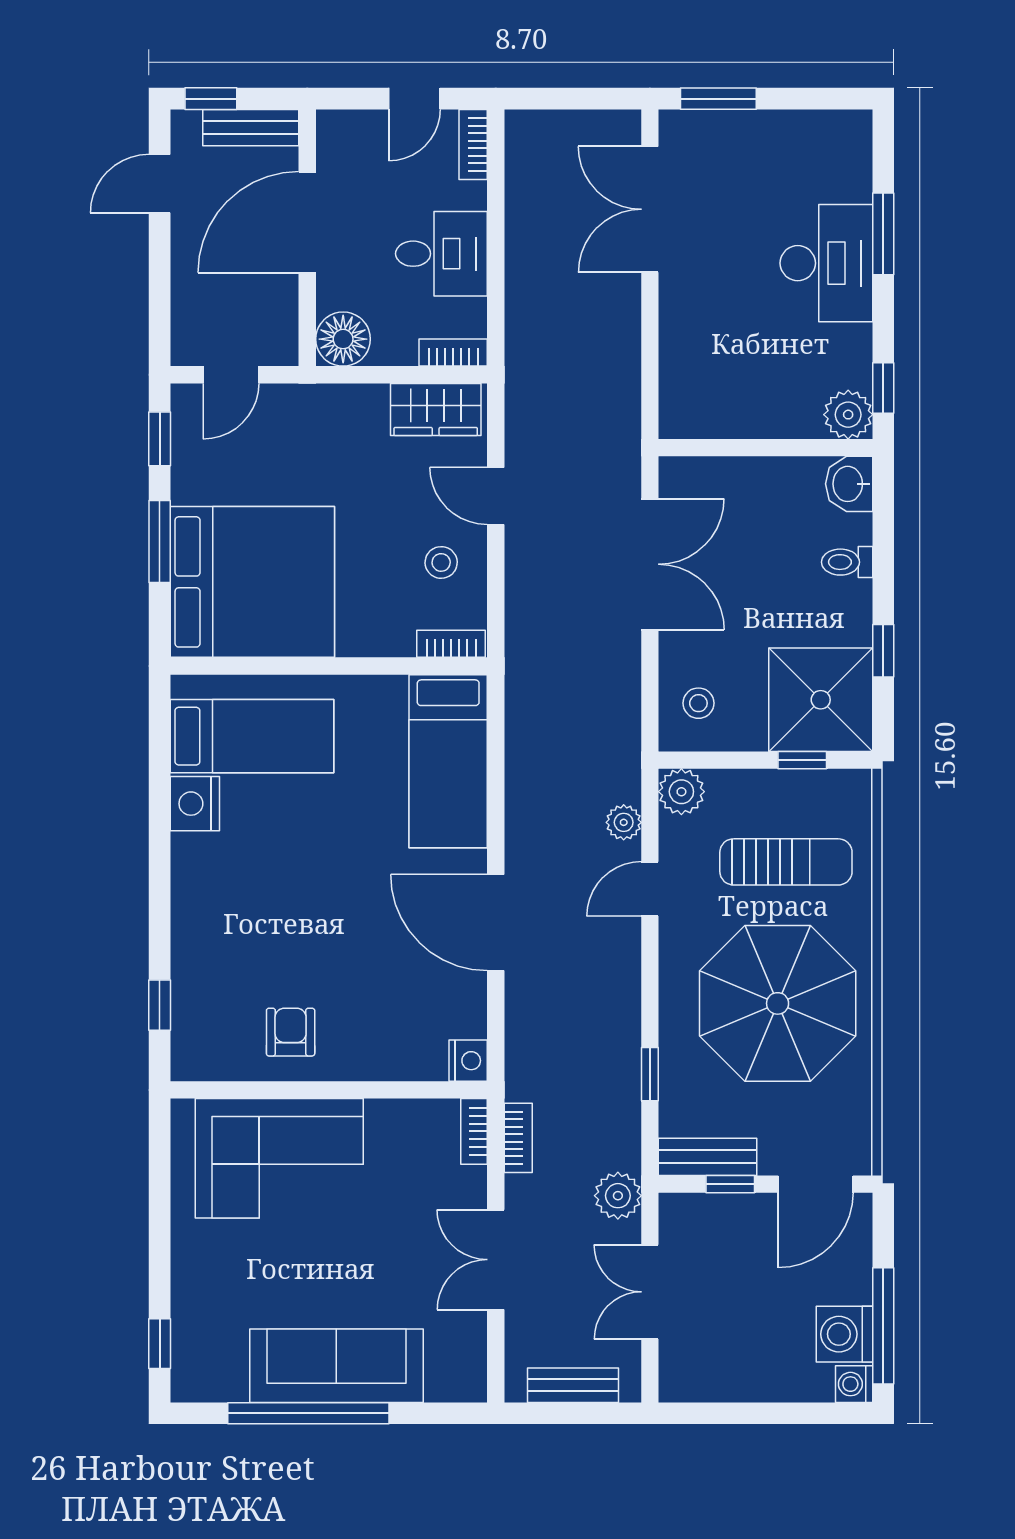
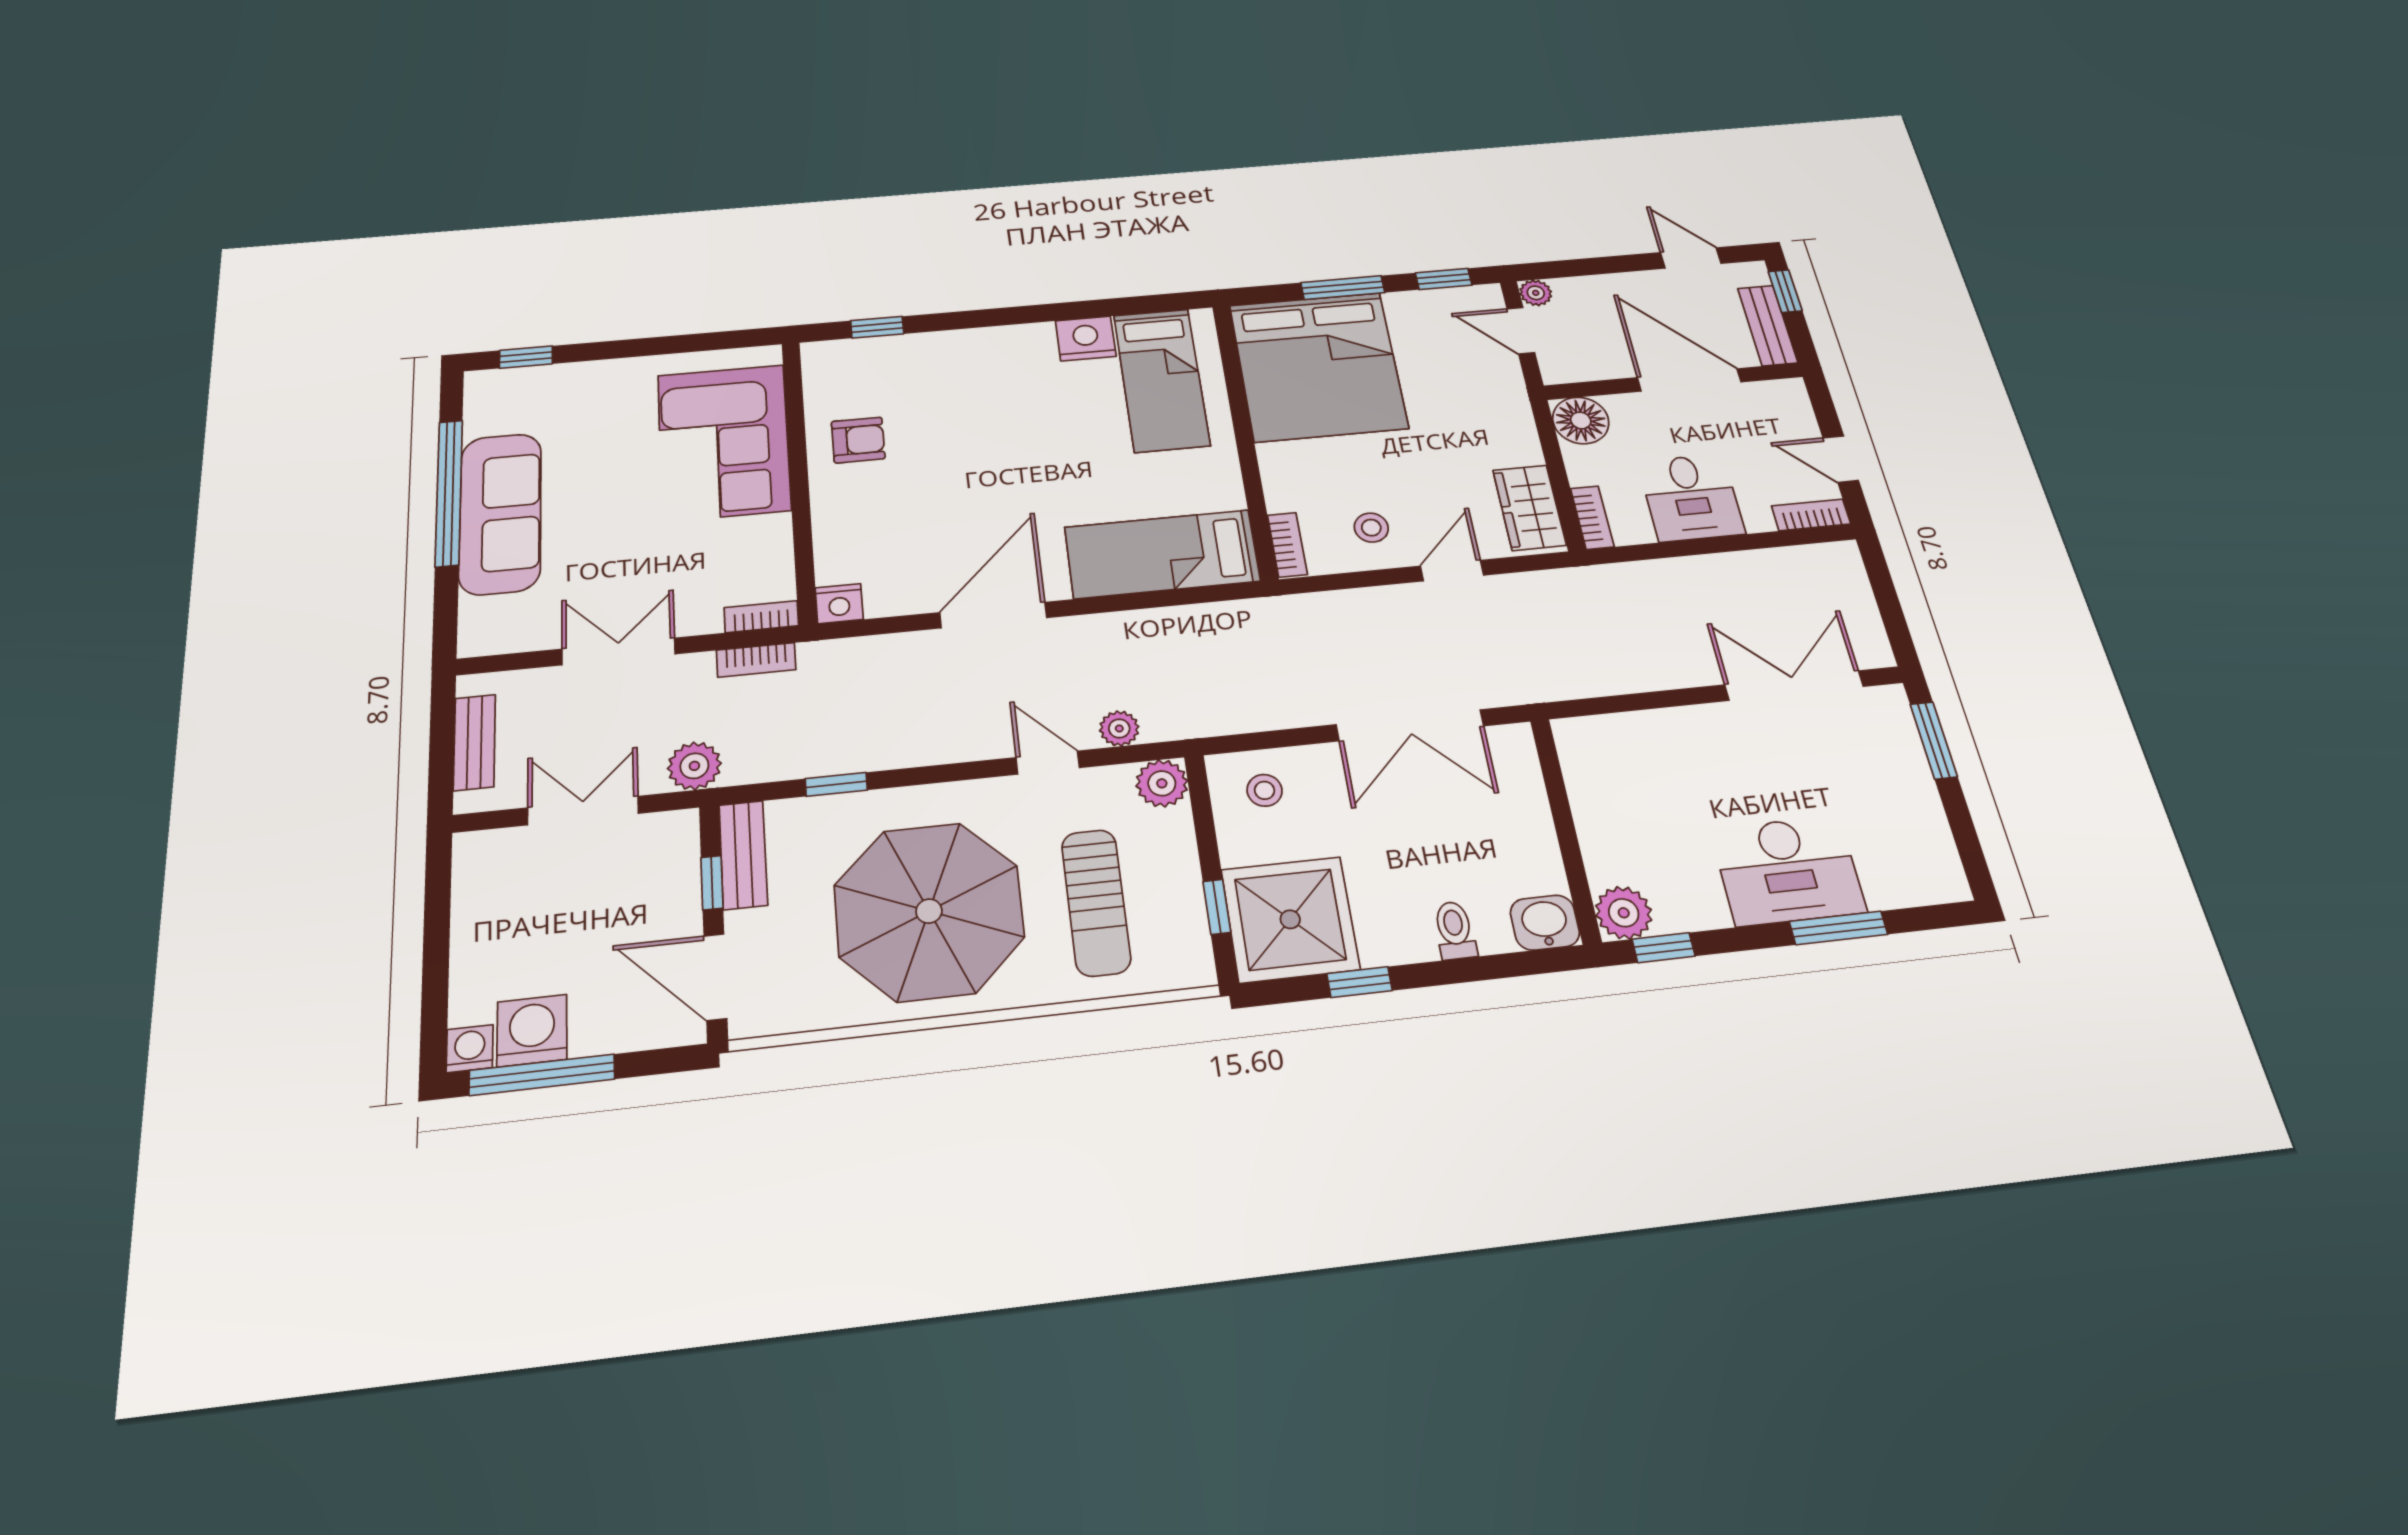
plant: (186, 350) -> (1536, 293), added

